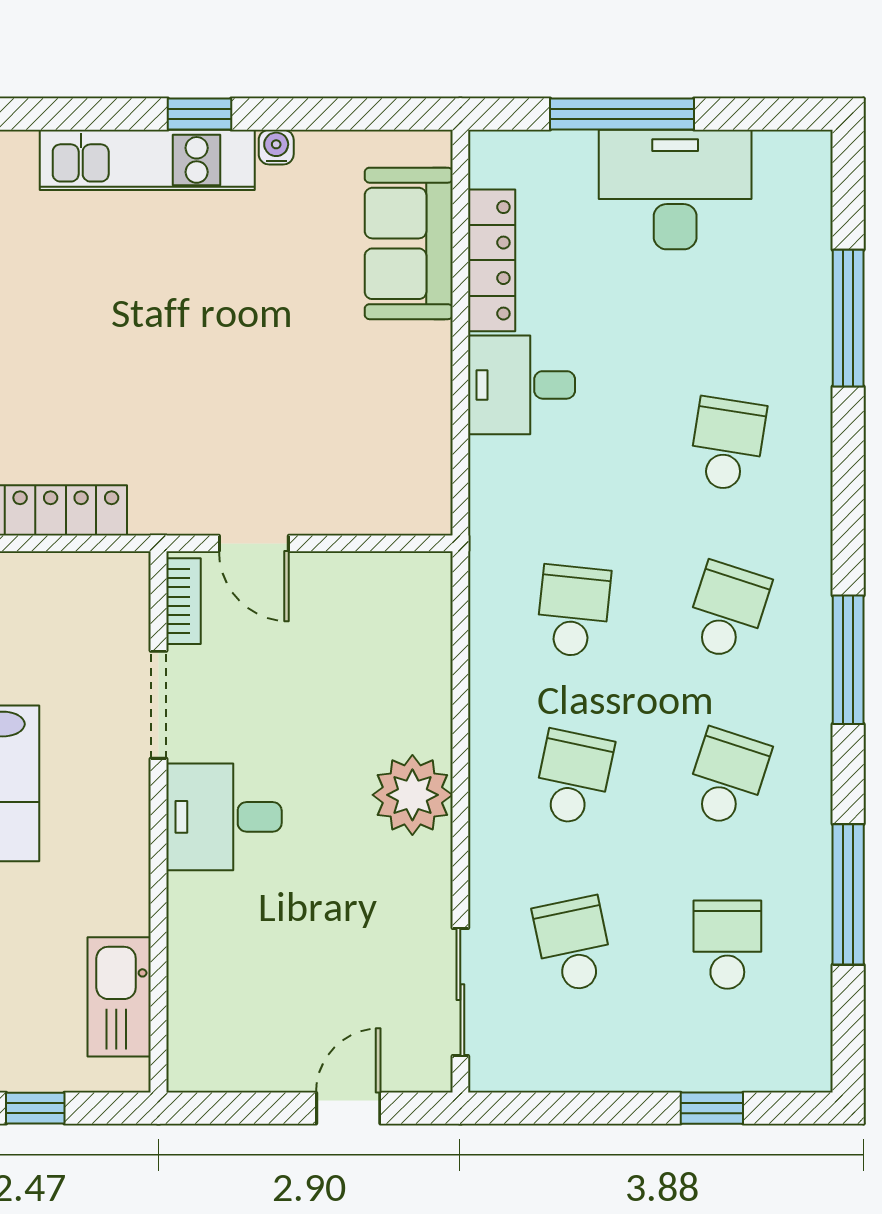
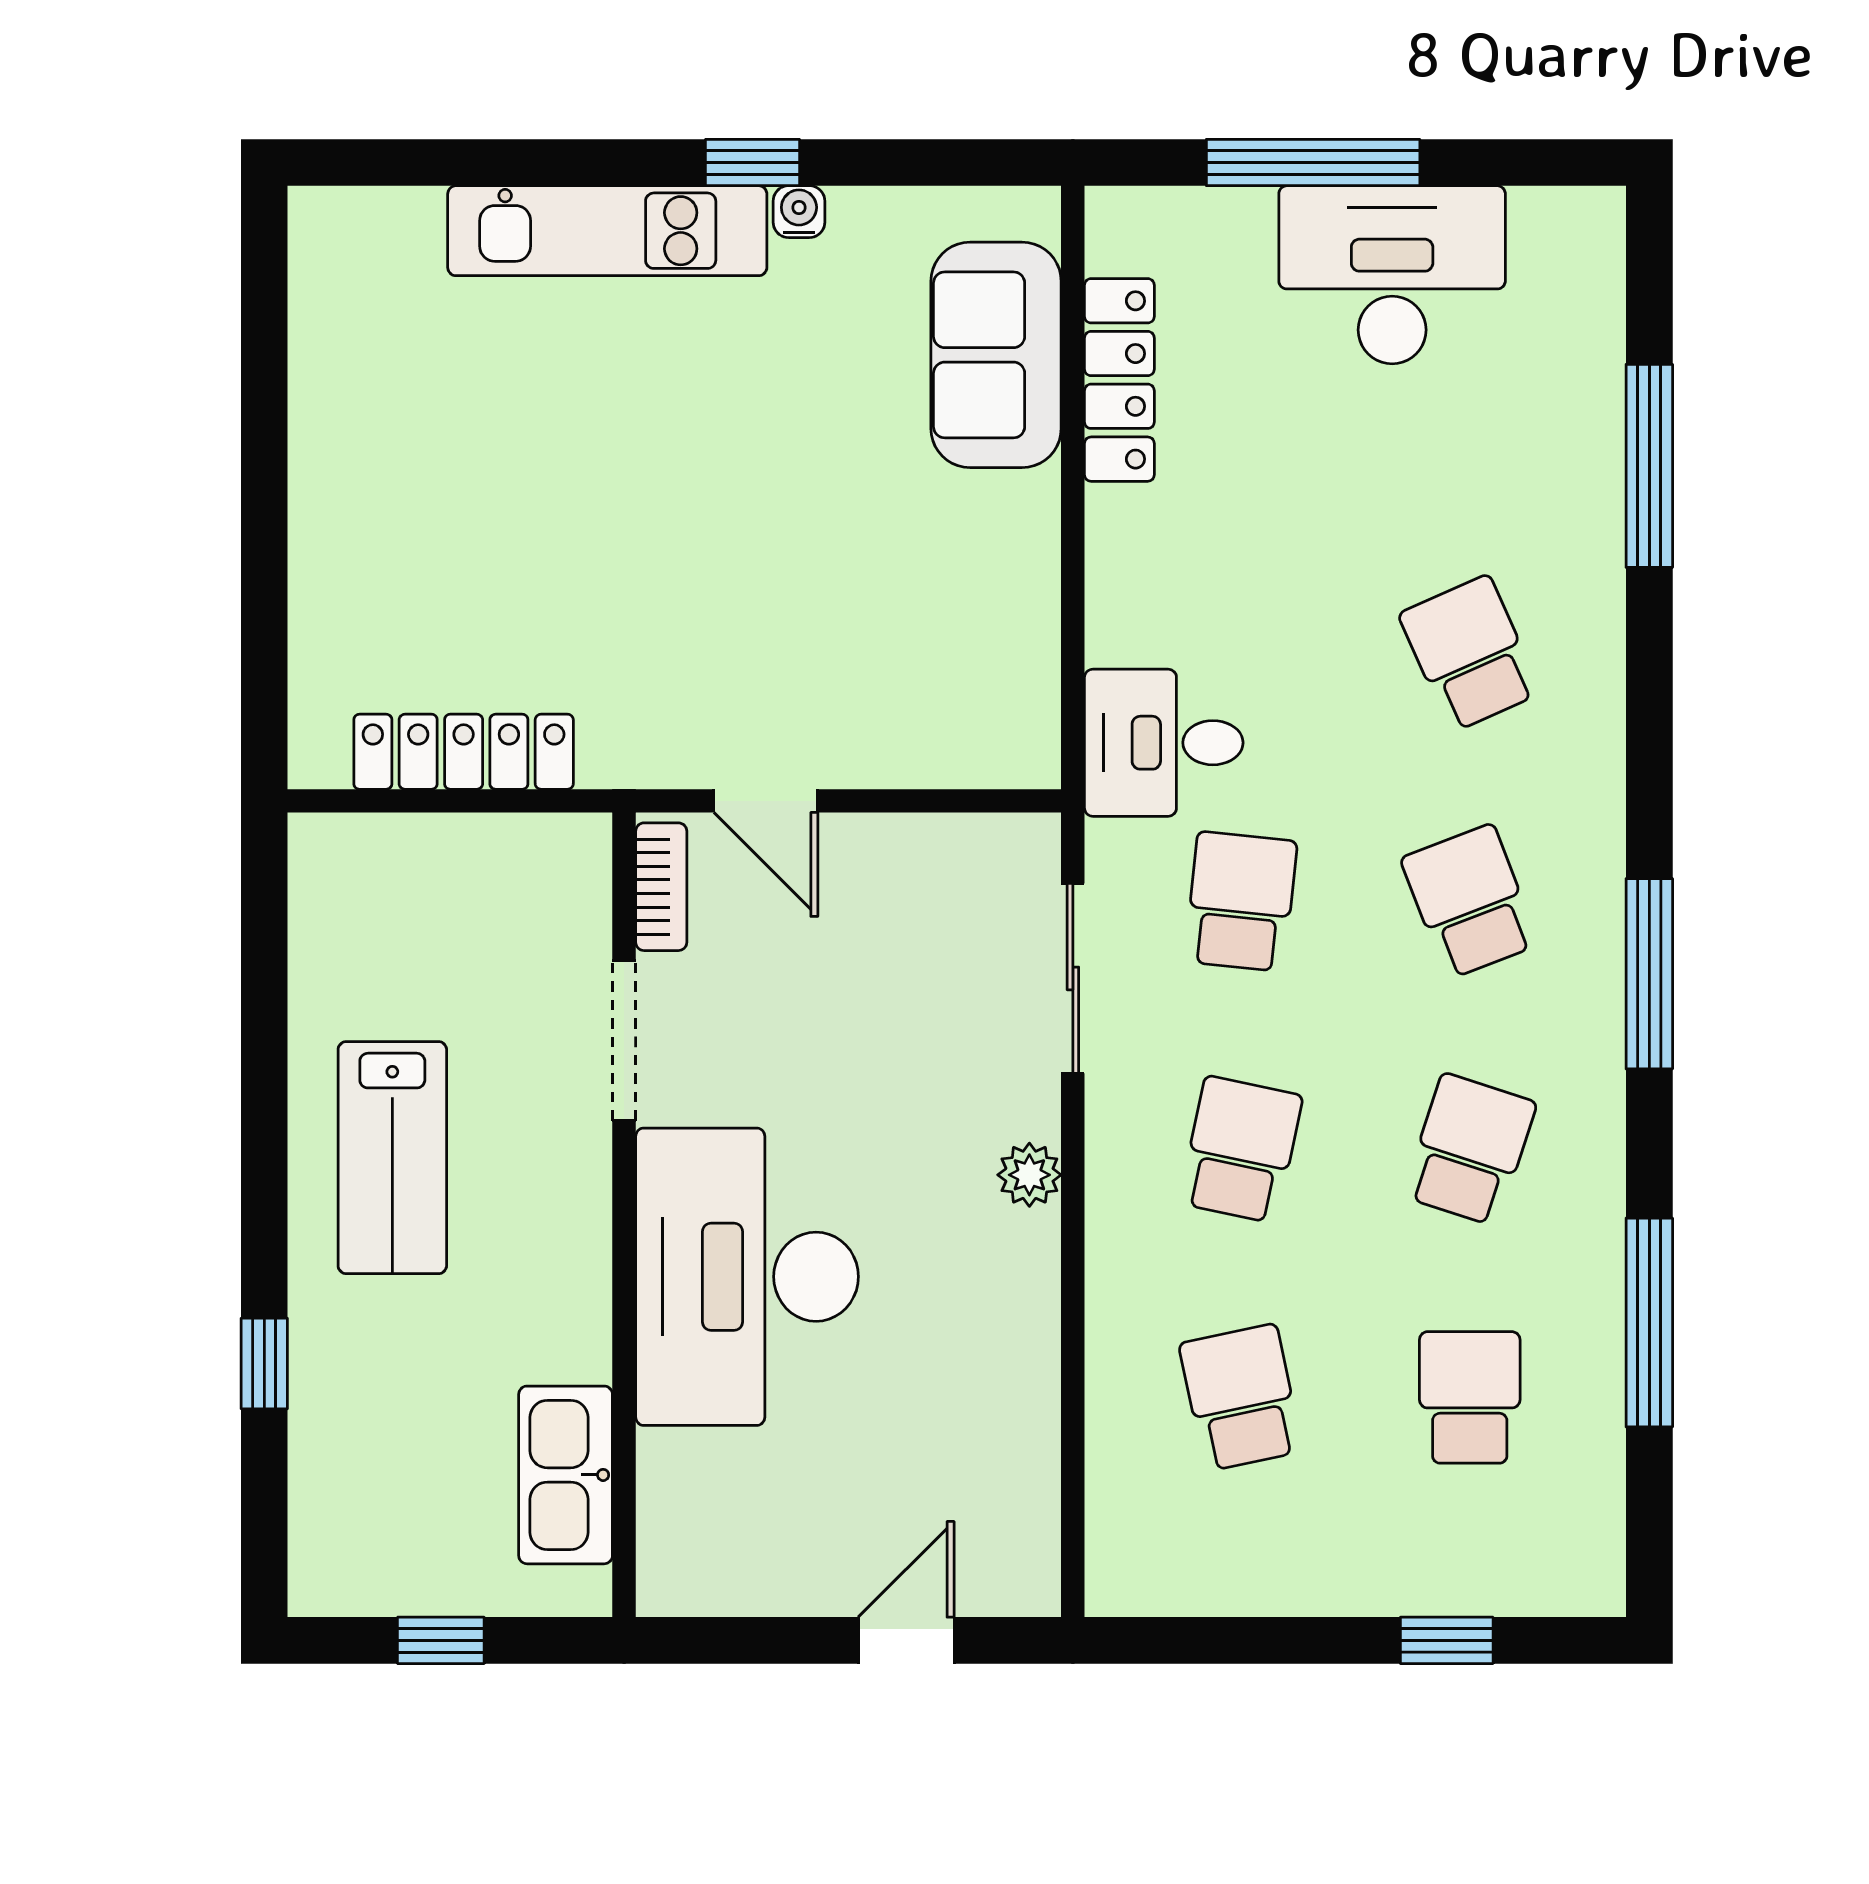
window: (199, 114) -> (752, 163), moved
desk: (522, 385) -> (1164, 743), moved
school desk: (727, 444) -> (1470, 653), turned -33
school desk: (727, 611) -> (1470, 901), turned -39
plant: (412, 795) -> (1029, 1175), width x0.53, depth x0.53
desk: (224, 817) -> (747, 1277), width x1.87, depth x1.30
sliding door: (460, 992) -> (1073, 978), moved

